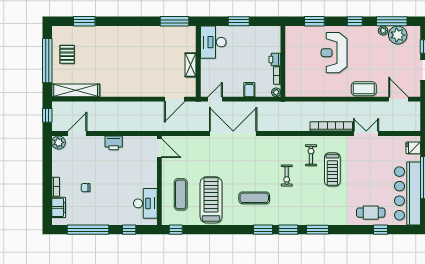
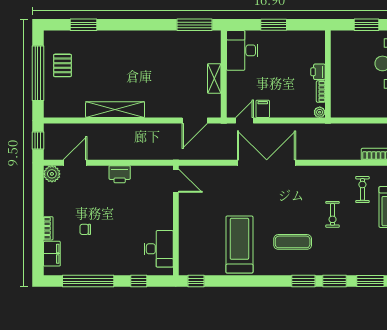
shelving: (76, 90) -> (115, 110), moved
filing cabinet: (249, 90) -> (263, 109), moved
exercise mat: (181, 194) -> (202, 238), removed

